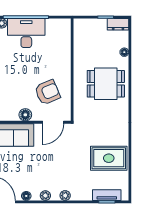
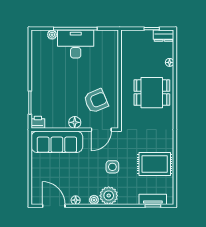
side table: (65, 161) -> (112, 167), added
plant: (65, 196) -> (109, 196), width x1.88, depth x1.88

